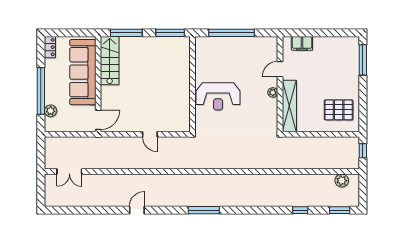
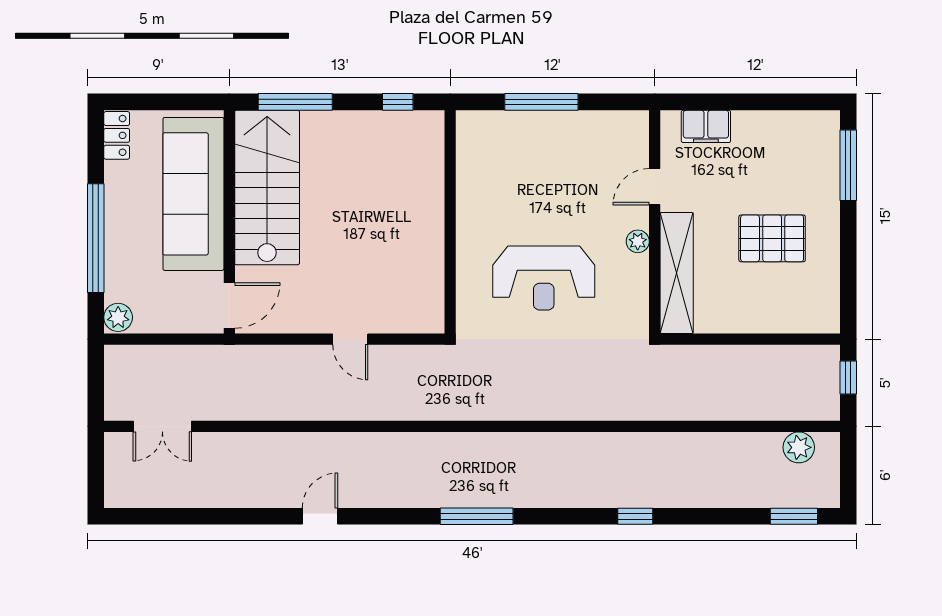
window: (170, 33) -> (398, 102), width x0.46
window: (232, 33) -> (541, 102), width x0.68
stairs: (110, 61) -> (267, 188), width x1.36, depth x1.51
reception desk: (218, 96) -> (544, 278), moved
pallet: (339, 110) -> (772, 238), moved
plant: (51, 111) -> (118, 317), moved
window: (300, 210) -> (635, 516), moved

